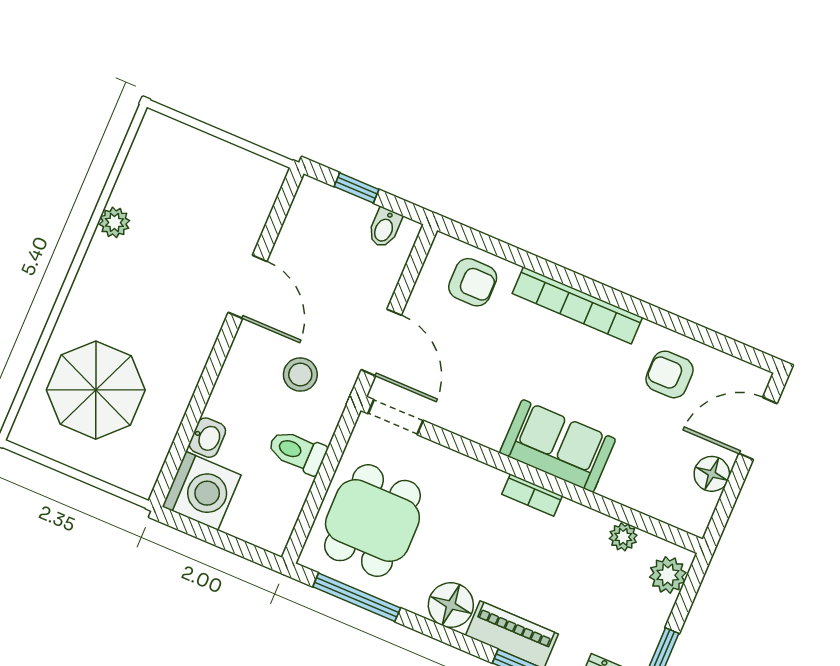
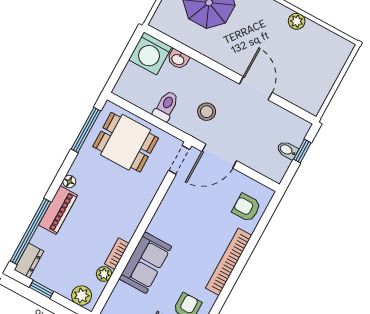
bidet: (385, 228) -> (287, 150), moved
armchair: (473, 282) -> (246, 208), turned 90
door: (247, 287) -> (256, 88), swing flipped
sofa: (558, 446) -> (145, 263), moved
bookcase: (532, 495) -> (117, 254), moved
floor lamp: (451, 605) -> (69, 182), width x0.53, depth x0.53

